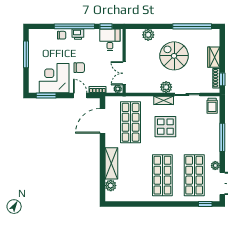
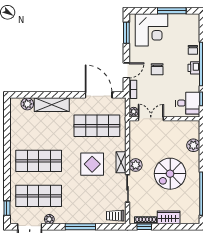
spiral stairs: (174, 56) -> (170, 174), turned 180
corner desk: (54, 78) -> (151, 30), moved, turned 90

